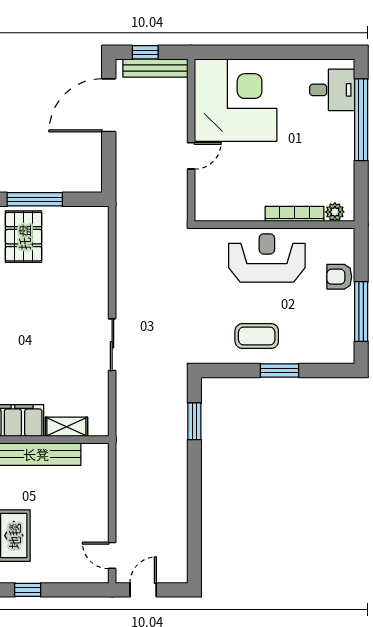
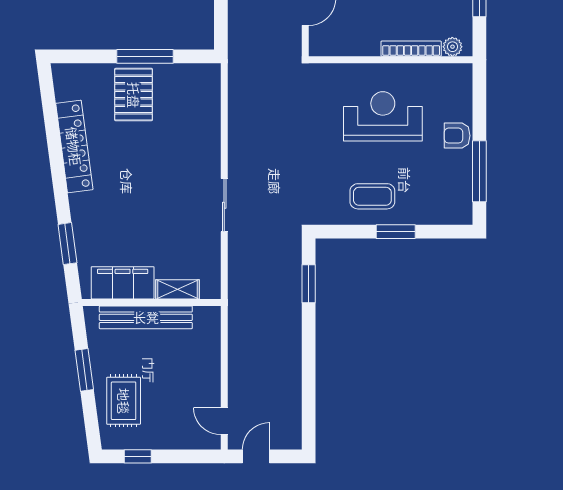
plant: (335, 212) -> (452, 47), moved
bookcase: (295, 214) -> (411, 49), moved
wall: (274, 225) -> (391, 60), moved

